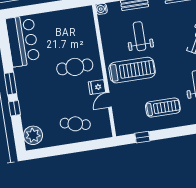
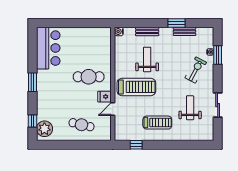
window: (14, 108) -> (32, 121), moved

